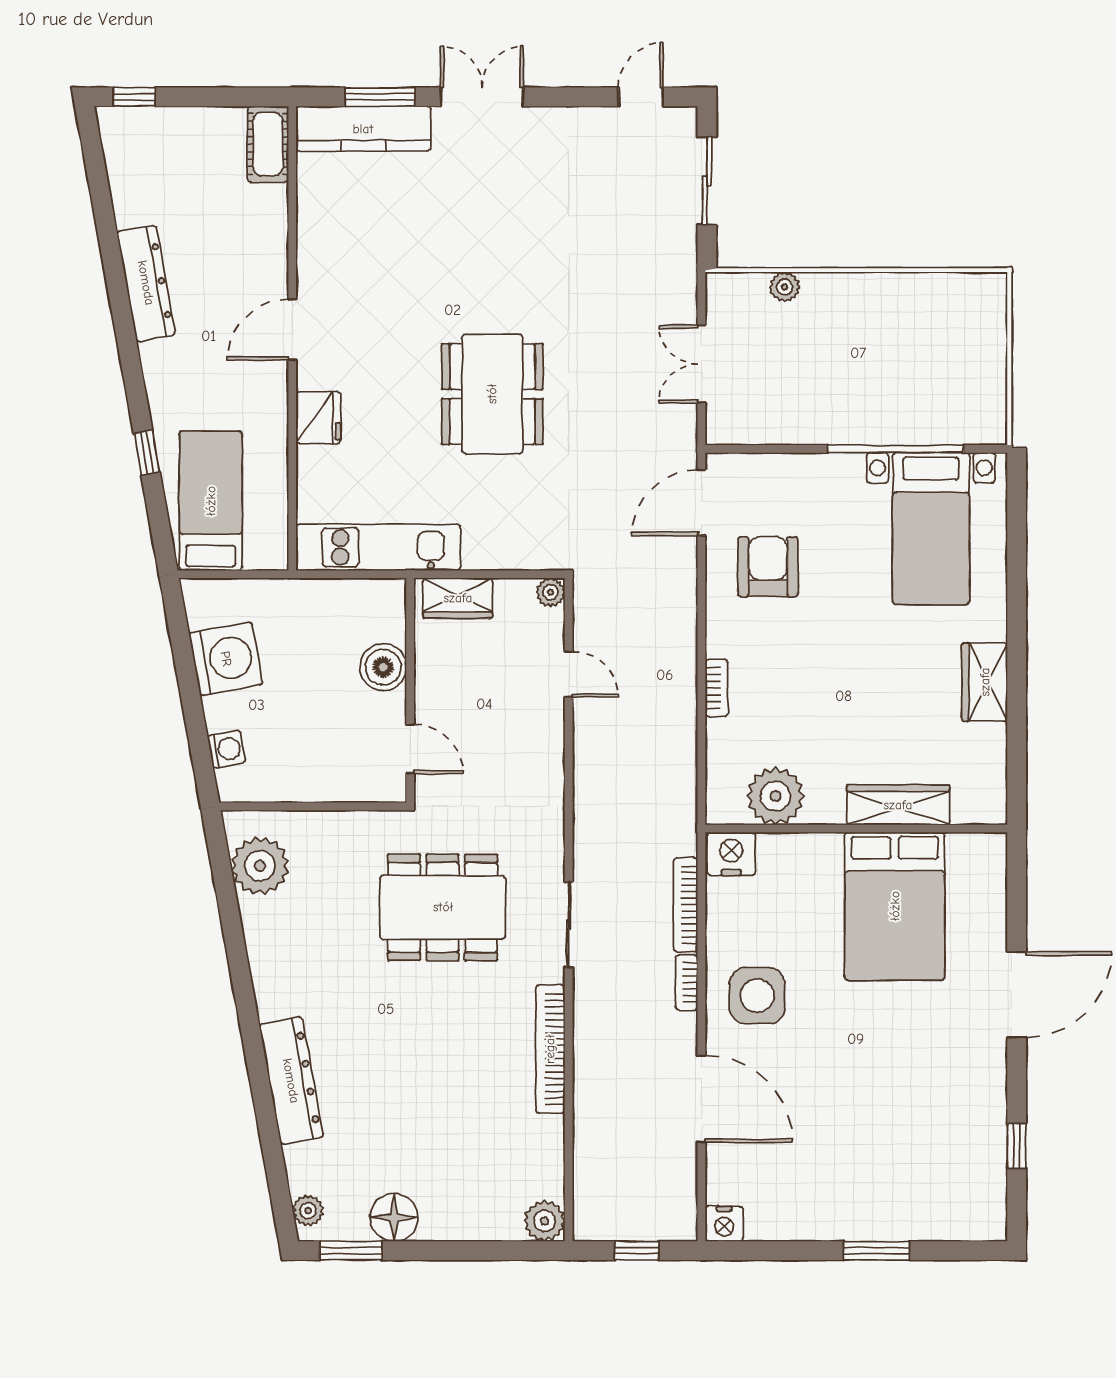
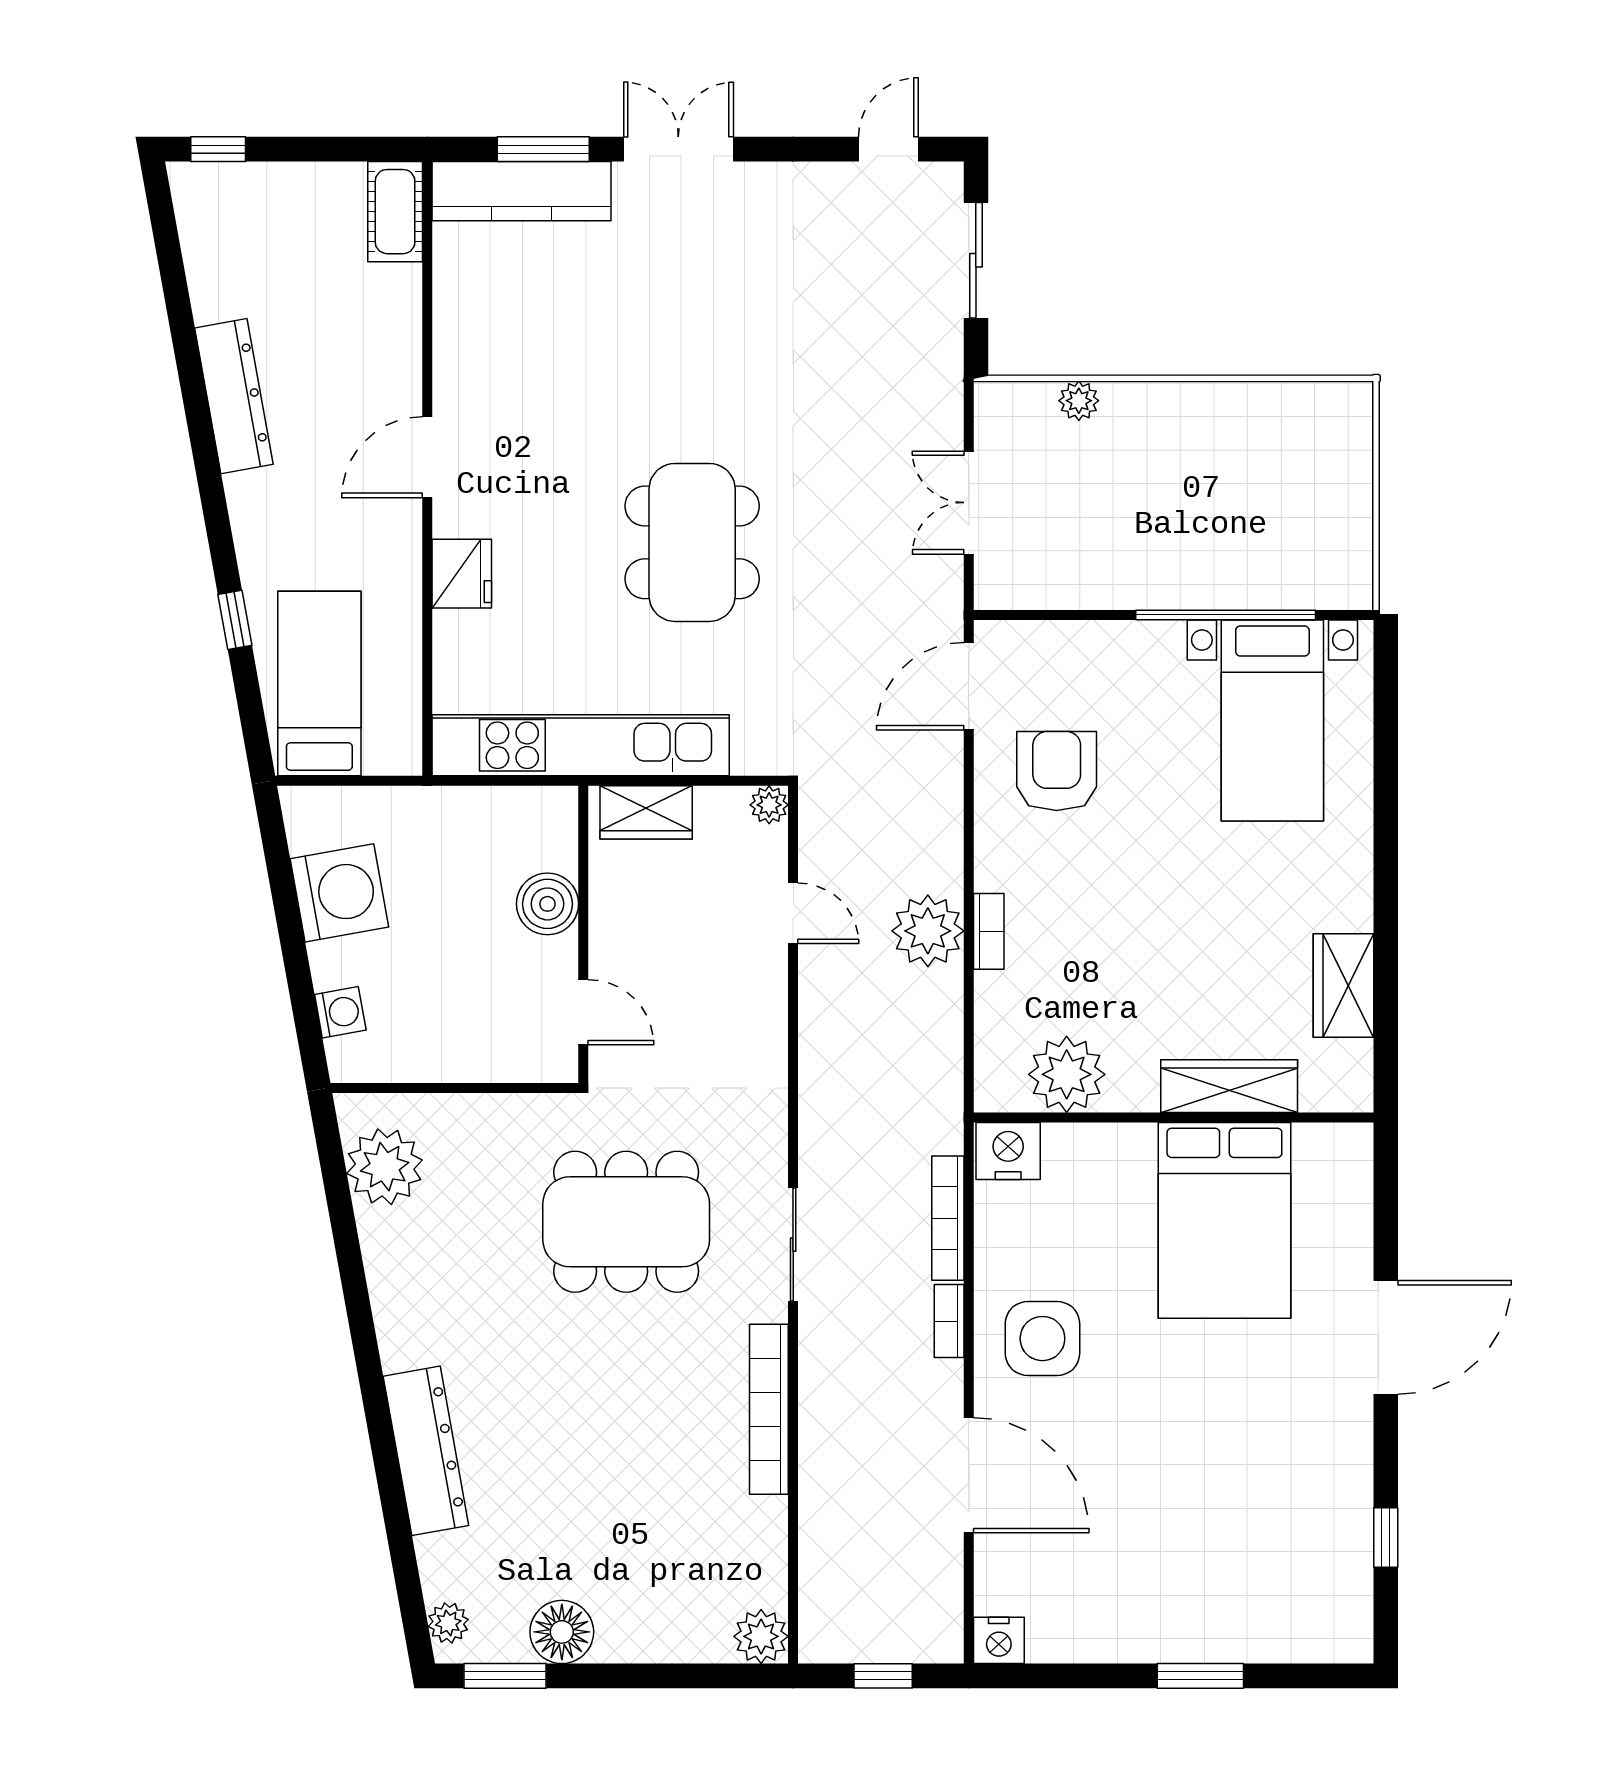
kitchen unit: (378, 547) -> (581, 745), width x1.36
wardrobe: (985, 682) -> (1343, 985), moved
plant: (670, 688) -> (928, 931), added

